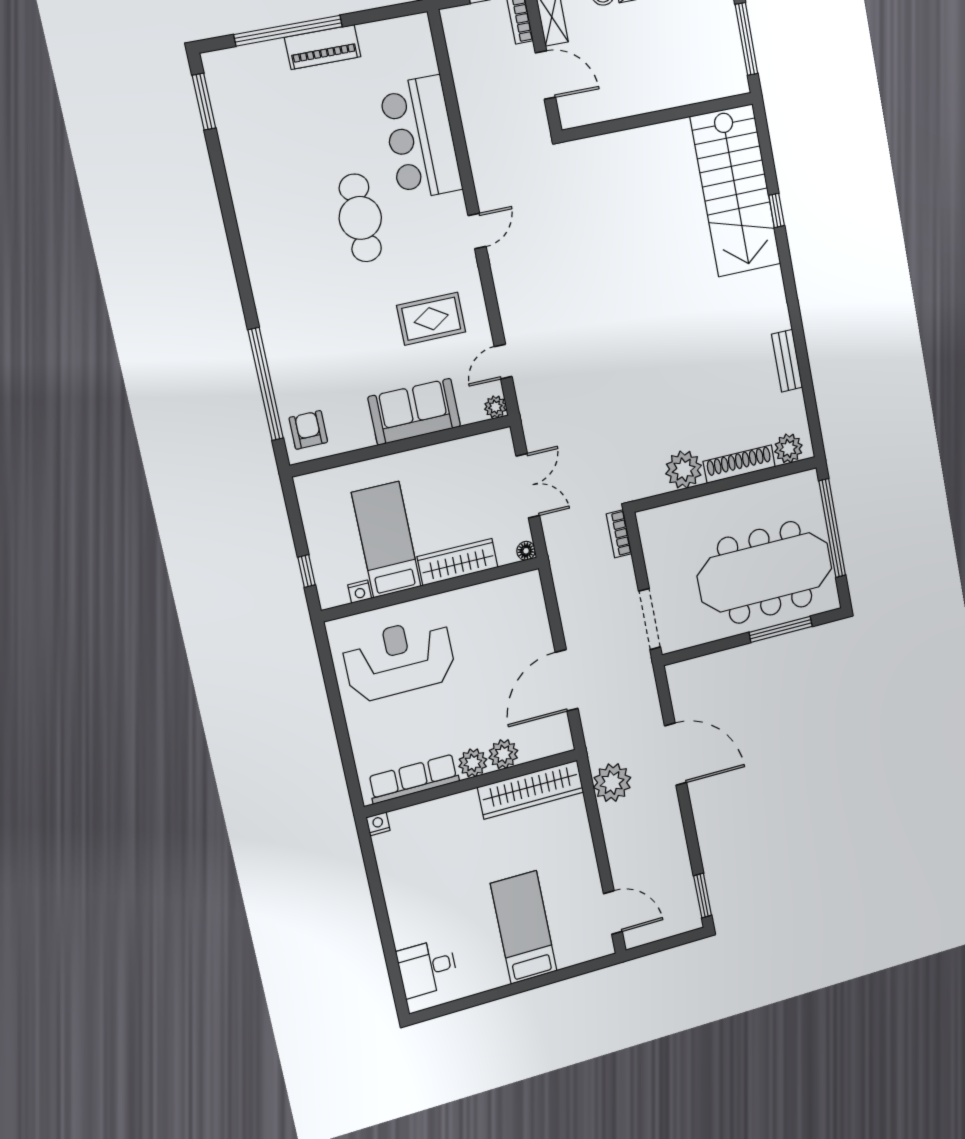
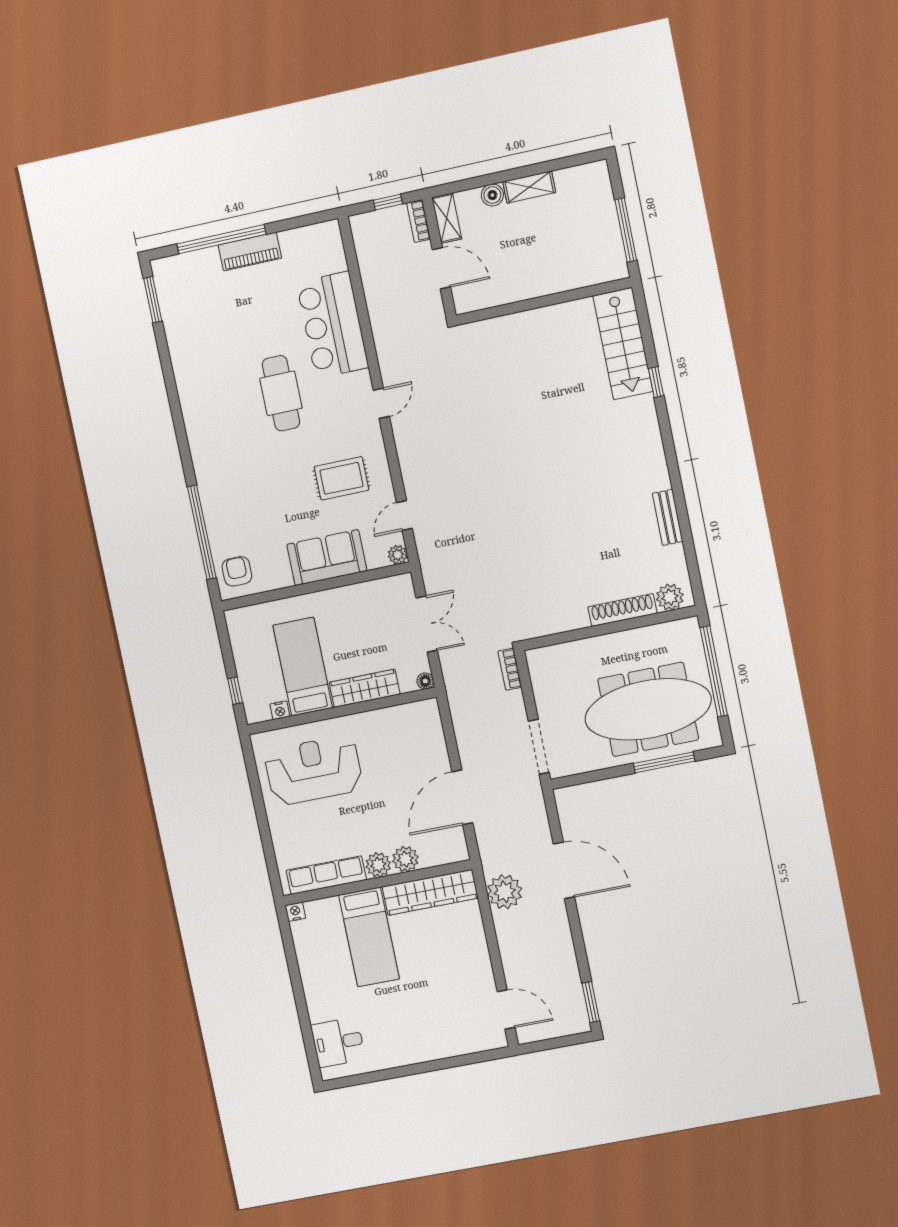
stairs: (736, 190) -> (623, 344), width x0.73, depth x0.66
plant: (684, 470) -> (570, 614), removed
bed: (524, 927) -> (369, 937), moved, turned 180

